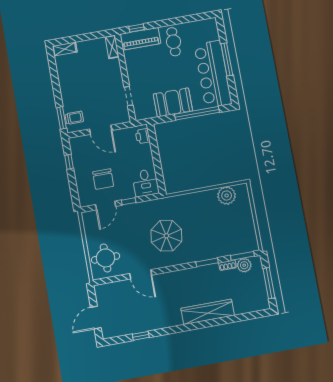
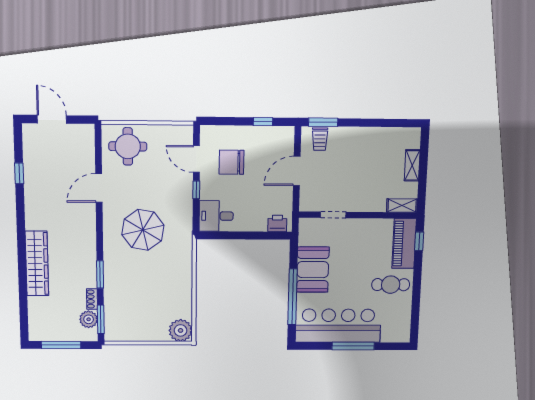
shelving: (65, 49) -> (412, 165), moved
plant: (227, 196) -> (181, 330), moved

